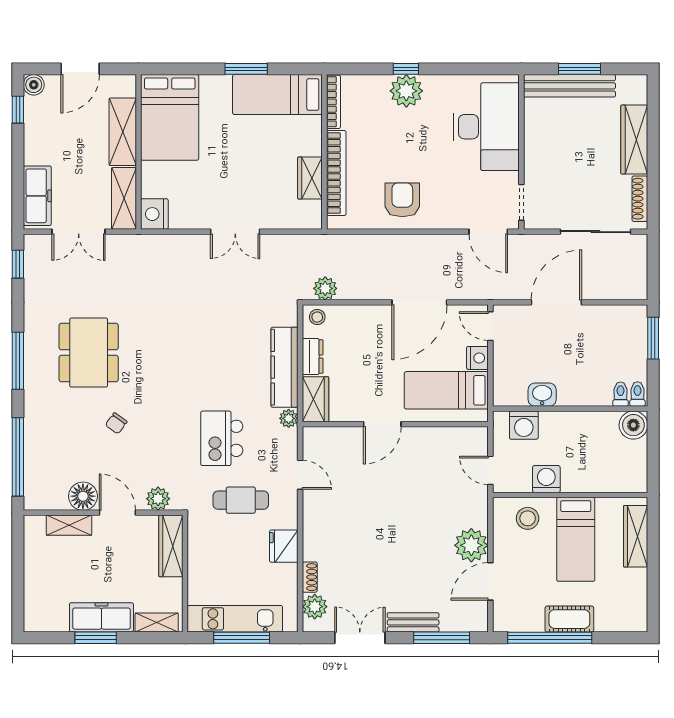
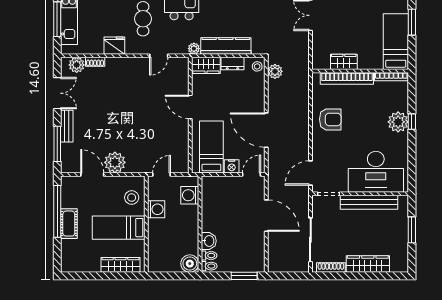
bench: (569, 86) -> (369, 202), moved, turned 90
washbasin: (542, 395) -> (209, 241), moved

